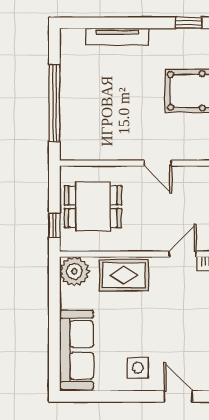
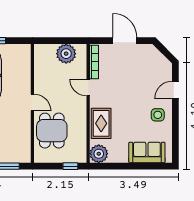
door: (158, 163) -> (32, 103), hinge flipped
dining table: (93, 207) -> (52, 131), moved
sofa: (77, 350) -> (147, 152), width x0.73

